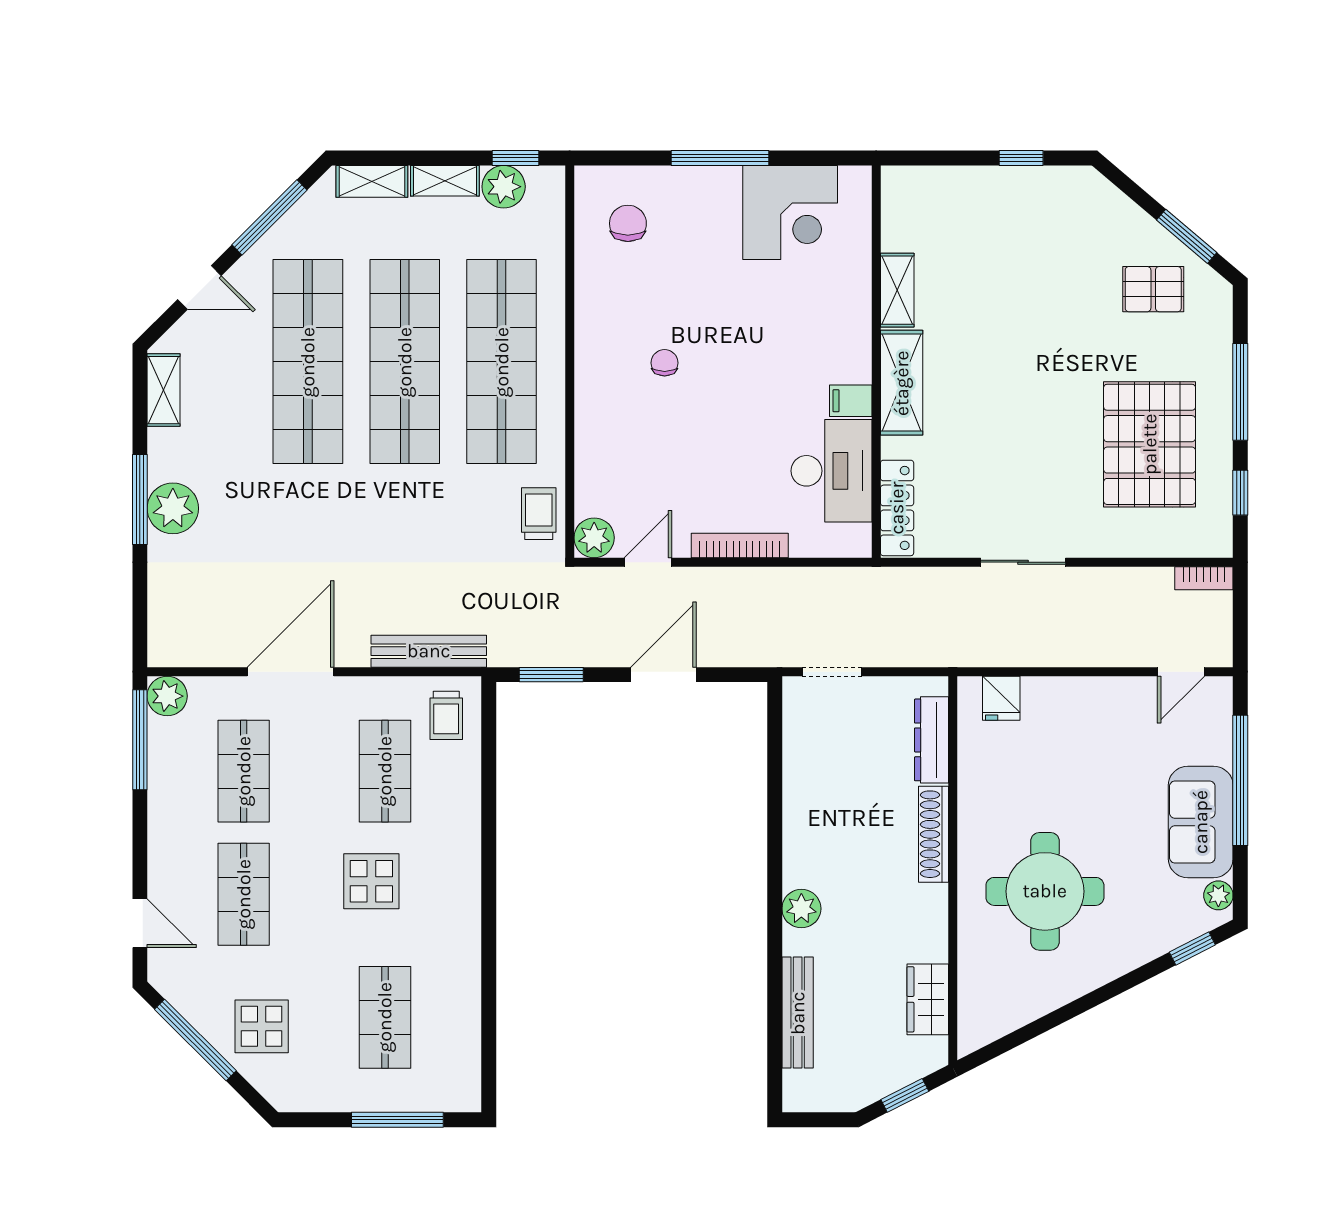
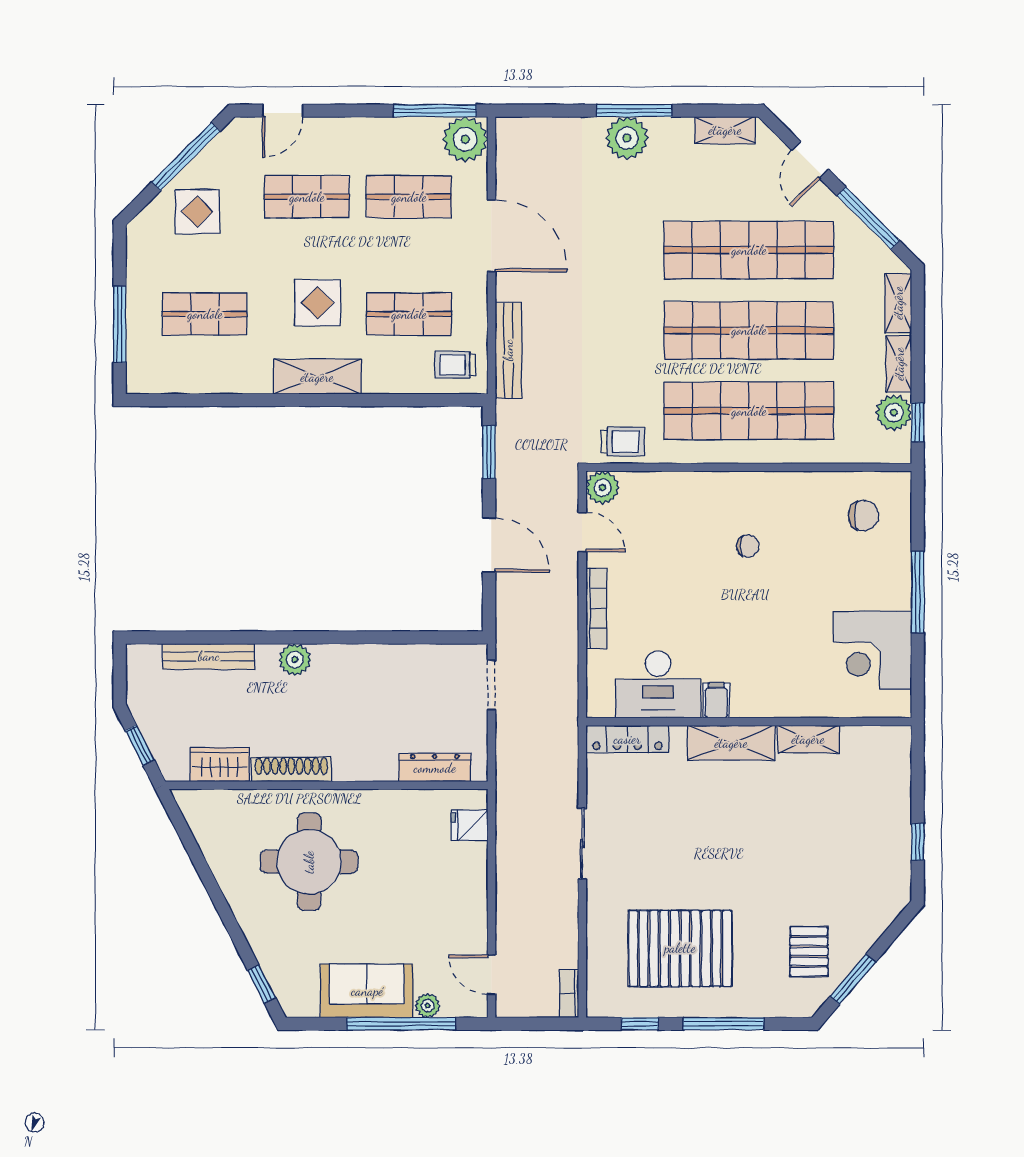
plant: (167, 696) -> (465, 139), width x1.36, depth x1.36
shoe rack: (934, 834) -> (291, 769), moved
shelving: (460, 881) -> (317, 377), added
plant: (1218, 895) -> (428, 1006), moved

